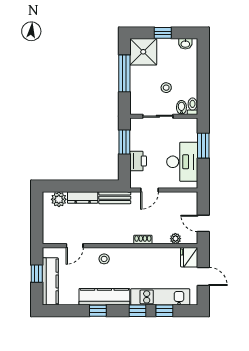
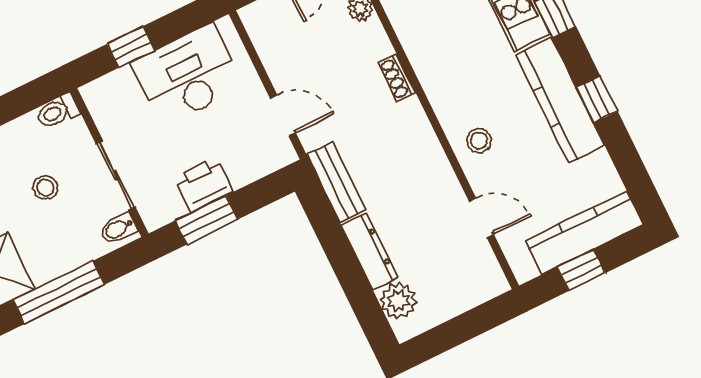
bidet: (181, 107) -> (118, 228), moved
window: (203, 146) -> (131, 47), width x0.67
printer: (138, 161) -> (204, 185), moved

